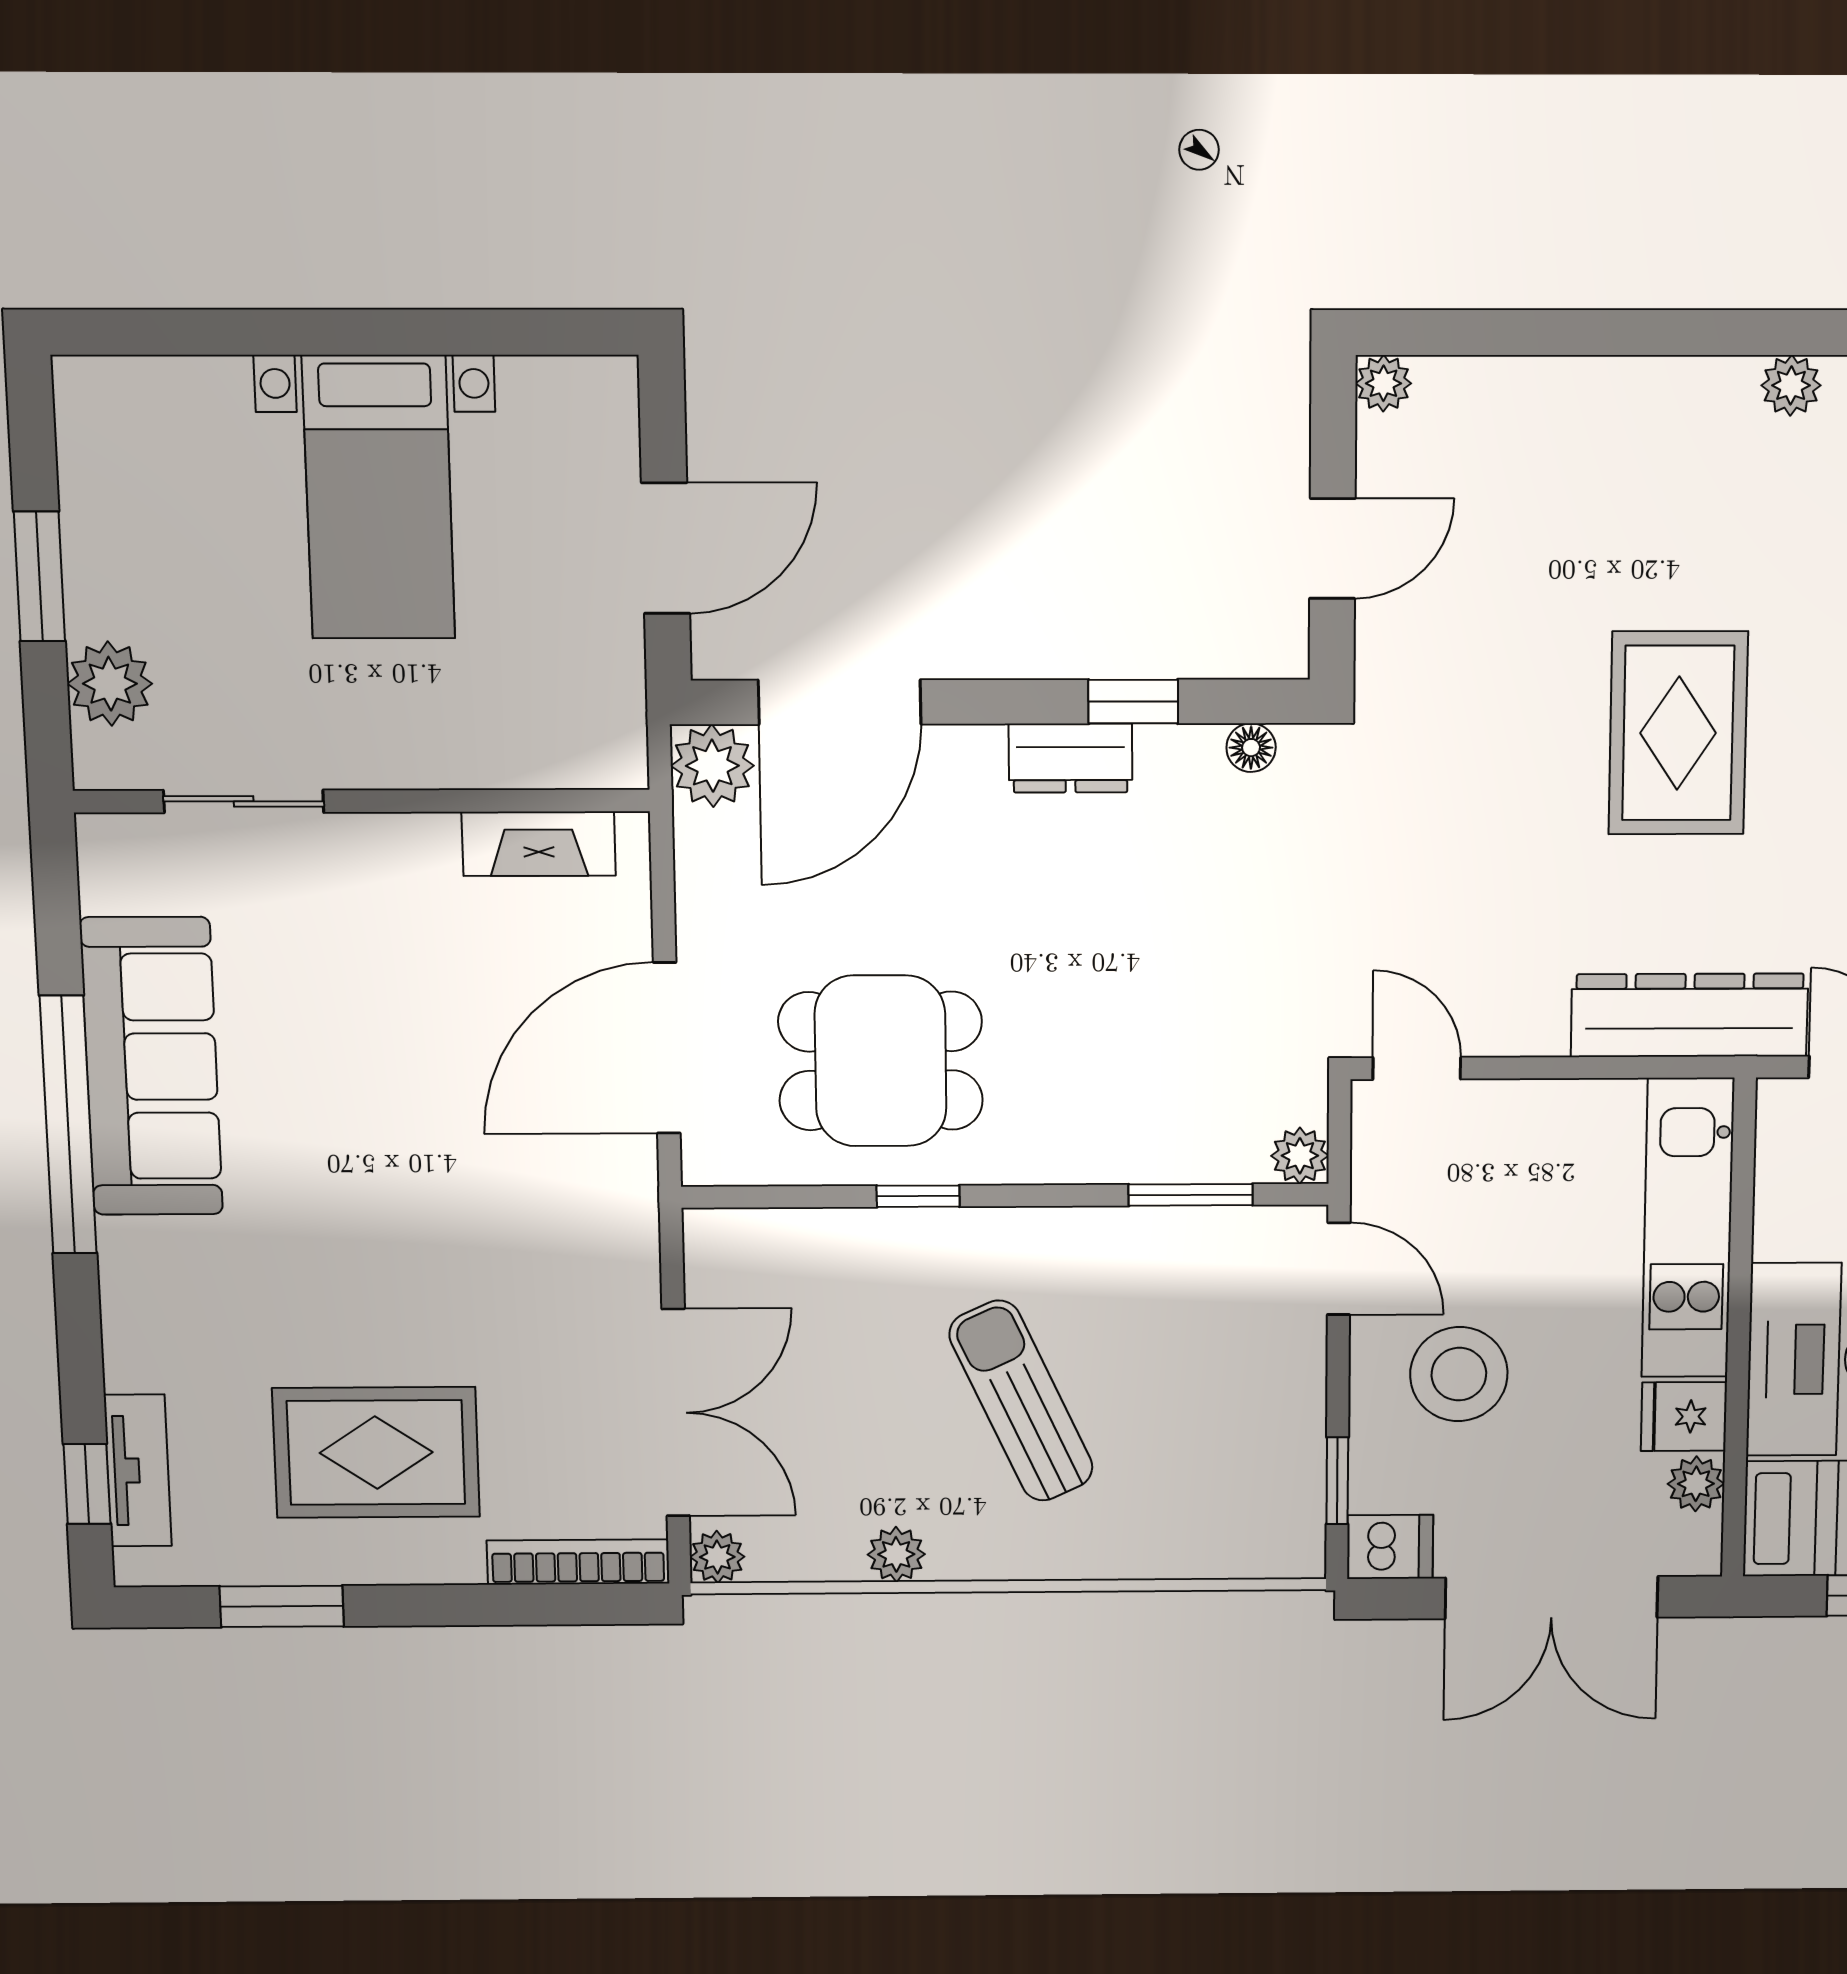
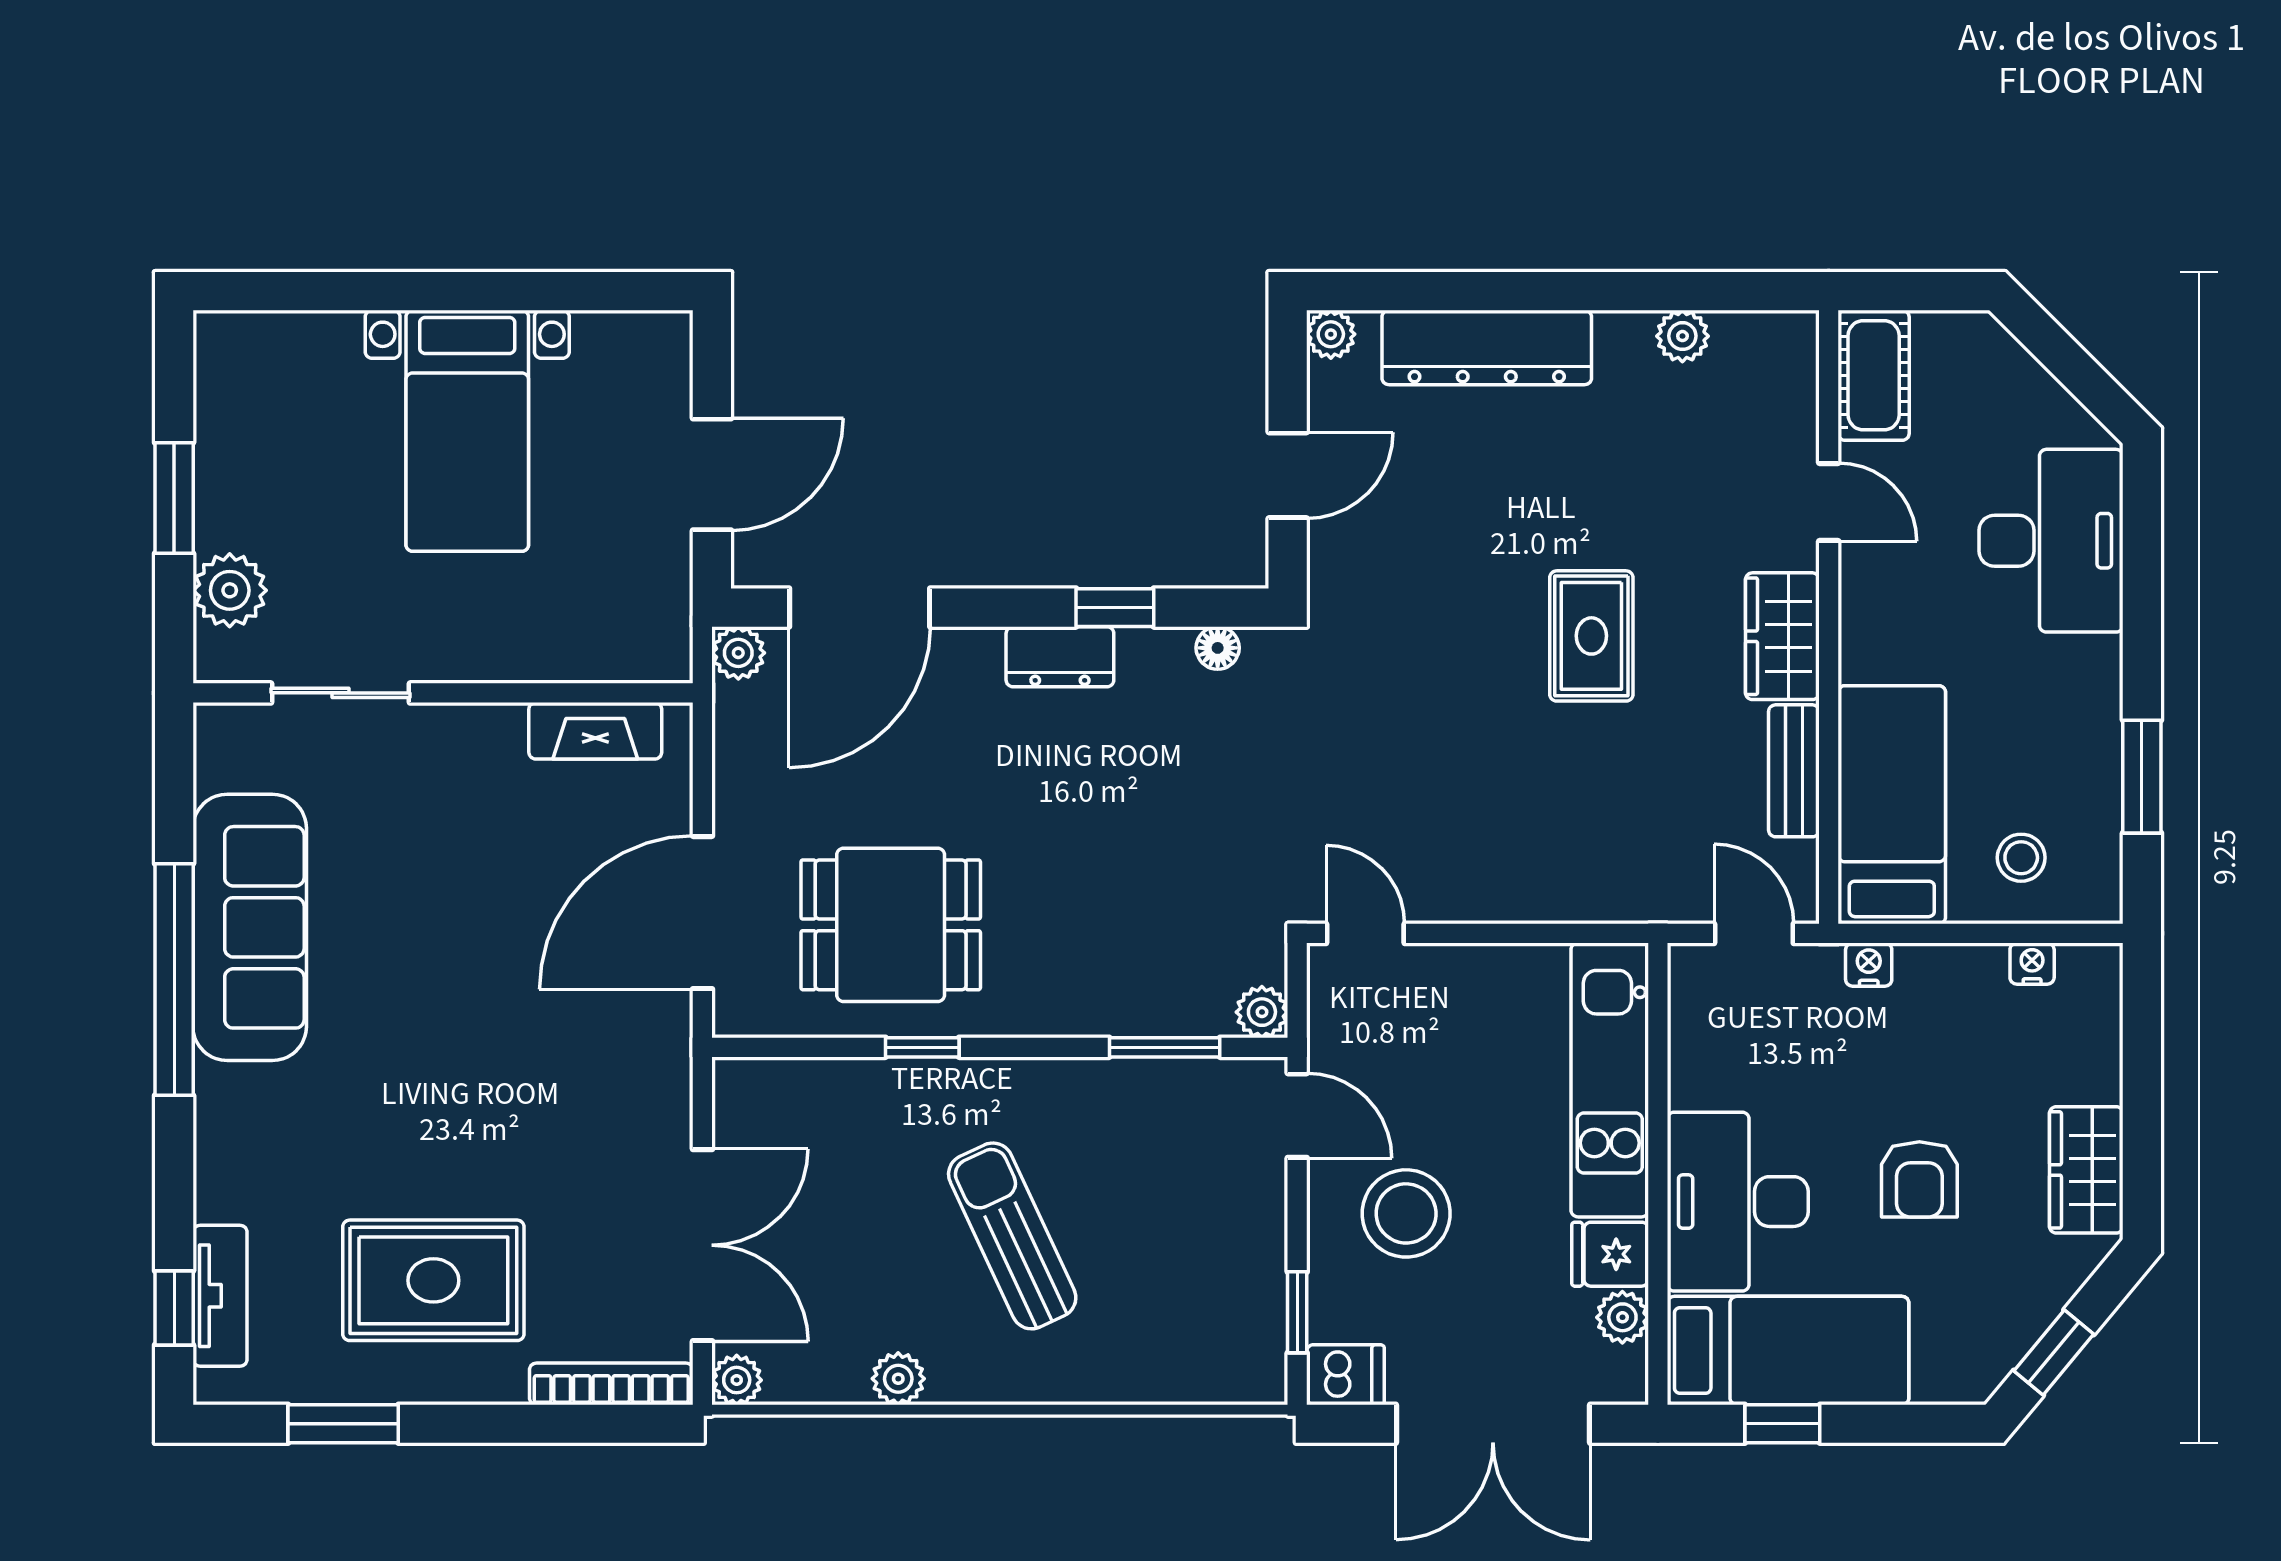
rug: (1678, 733) -> (1591, 636), width x0.73, depth x0.70
plant: (712, 766) -> (738, 653), width x0.73, depth x0.73
dresser: (1689, 1015) -> (1487, 347), moved, turned 180

